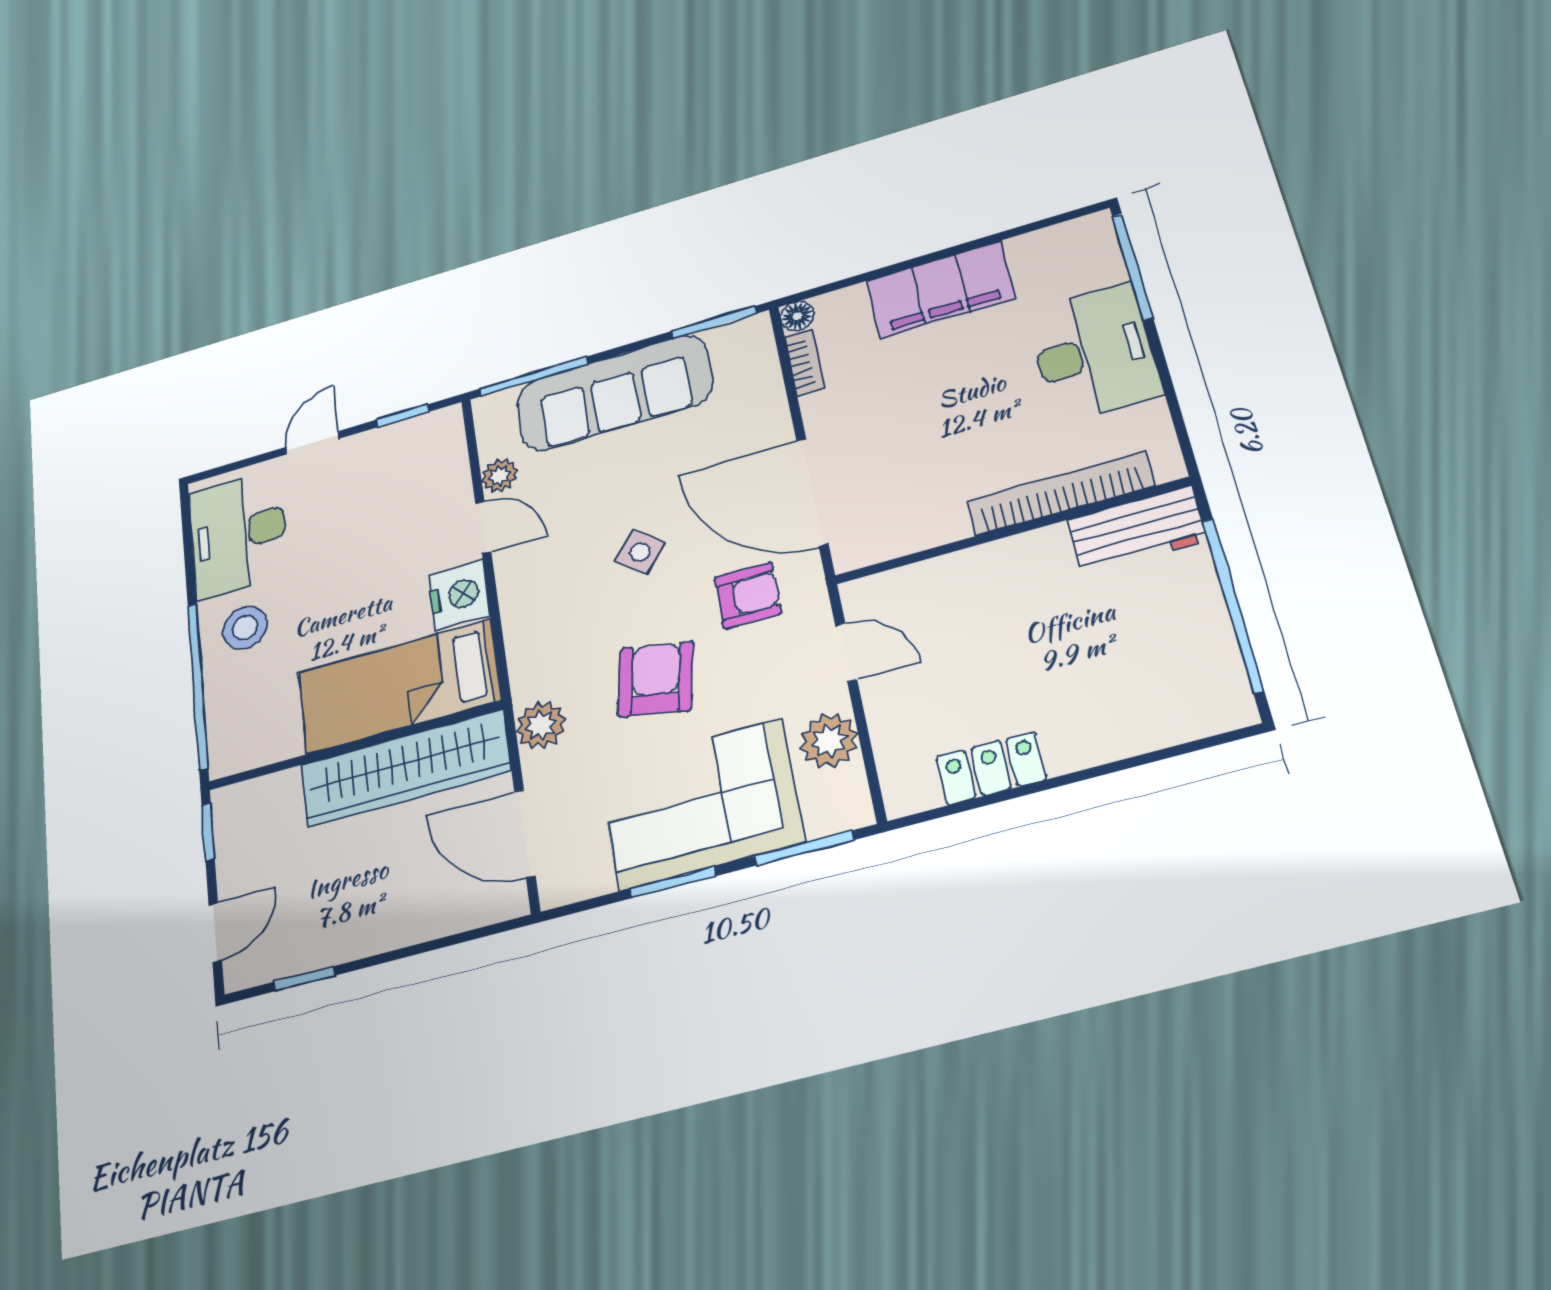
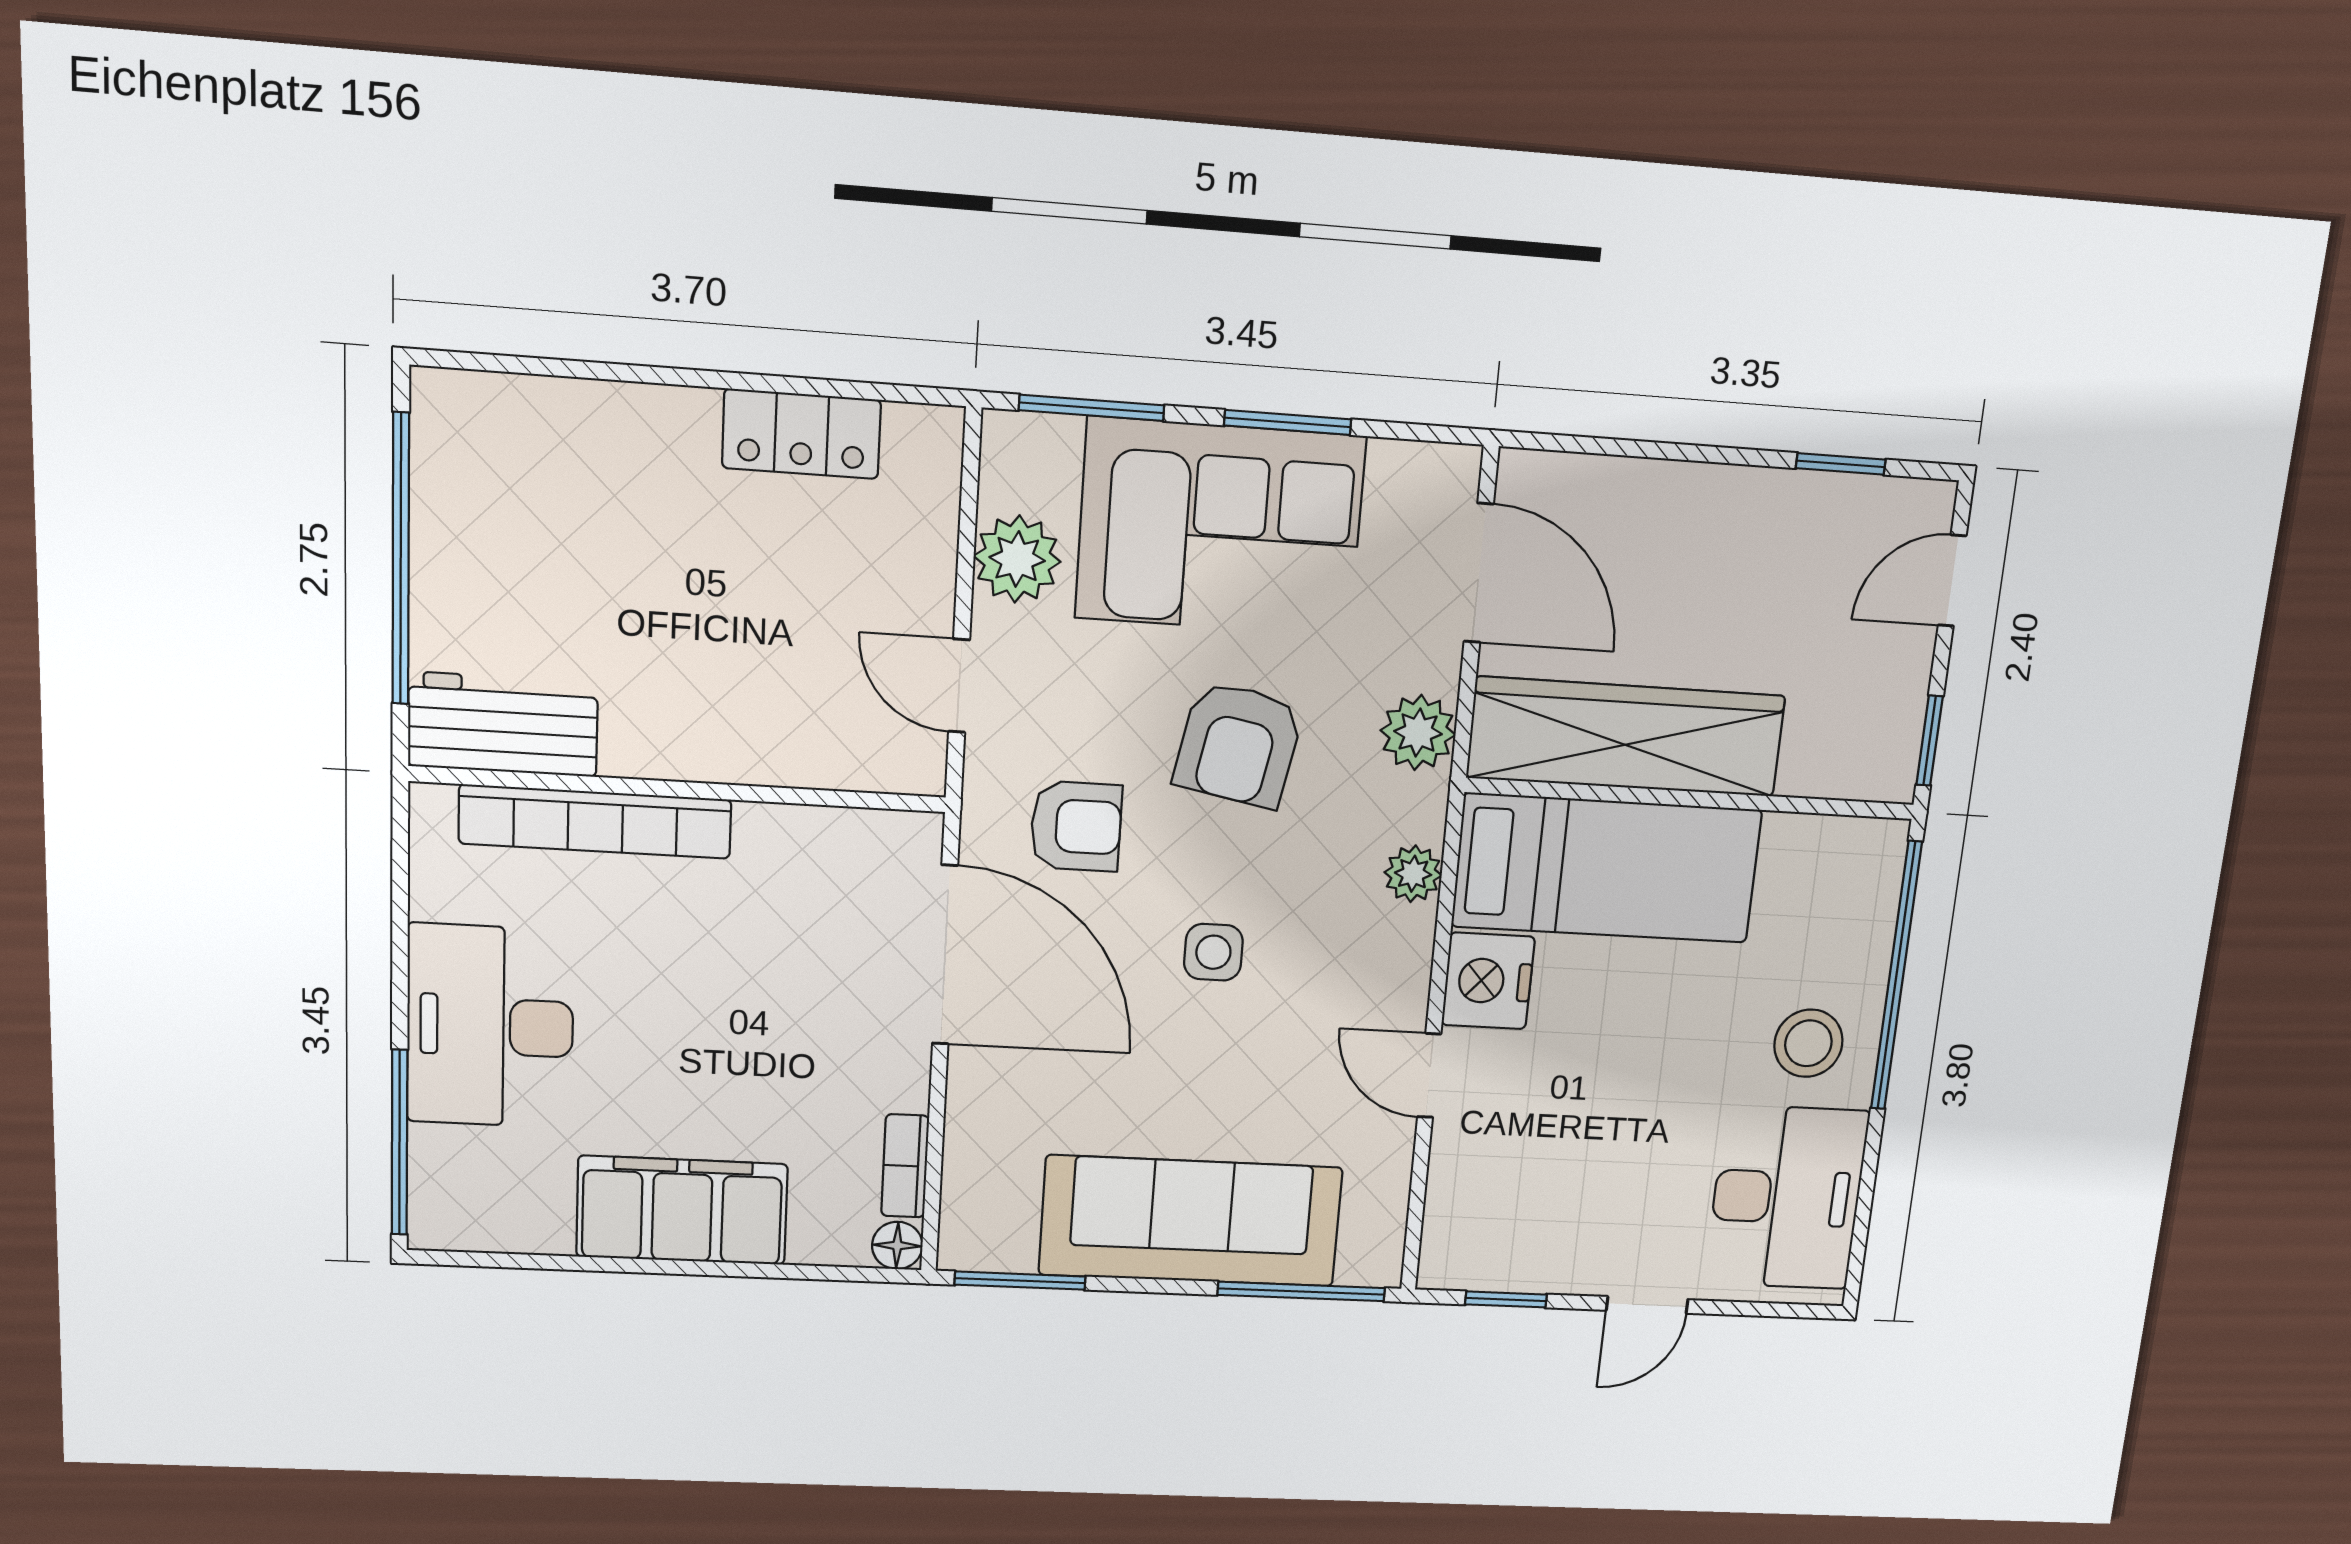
plant: (500, 476) -> (1413, 874), moved
side table: (640, 552) -> (1213, 952), turned -38
armchair: (748, 596) -> (1076, 826), turned 180

